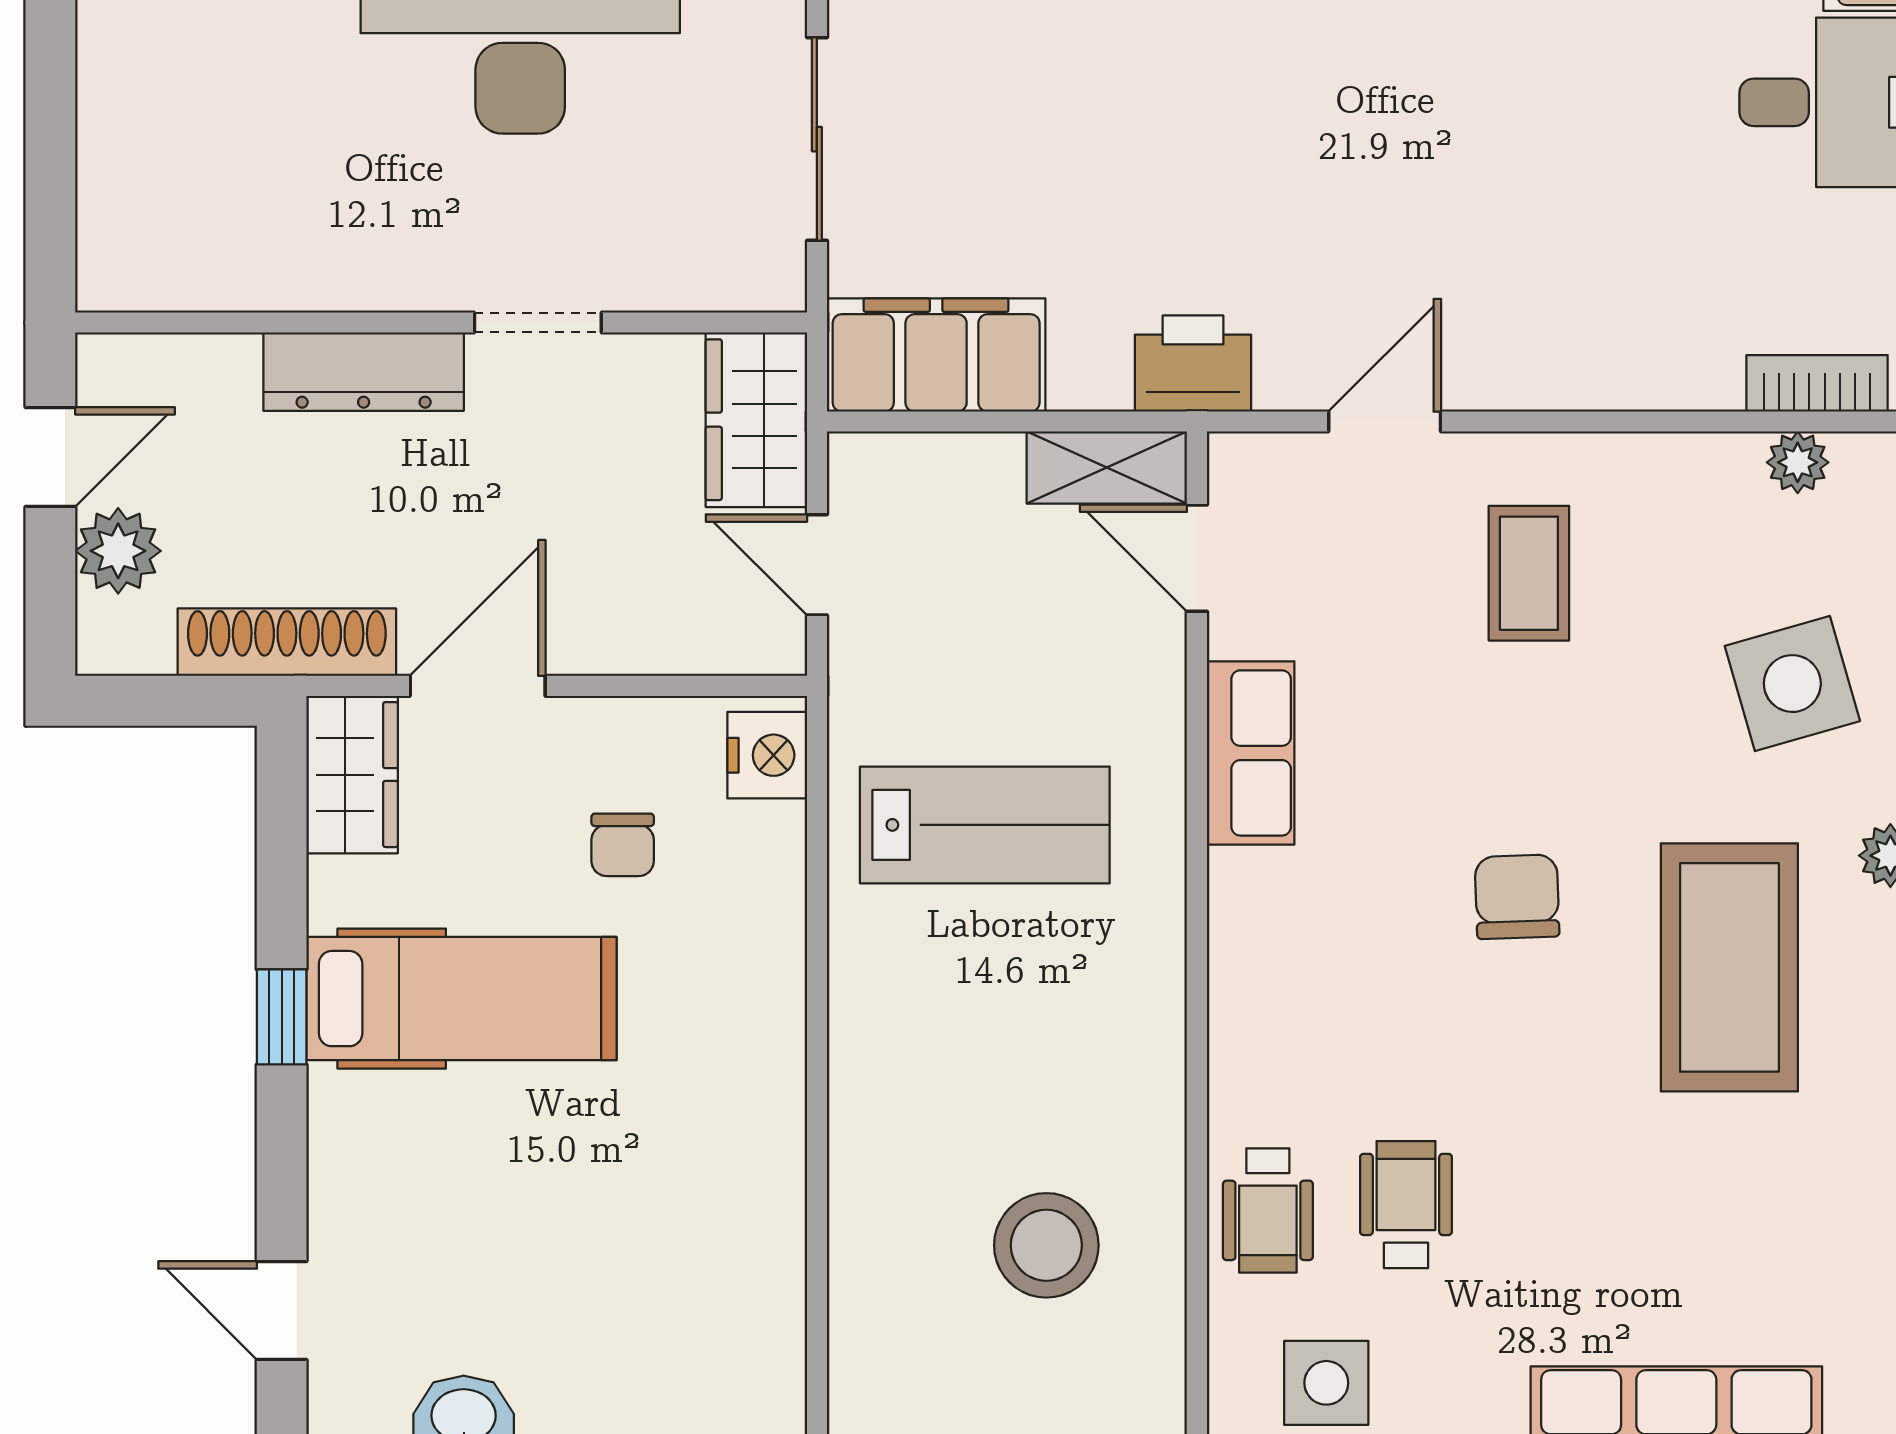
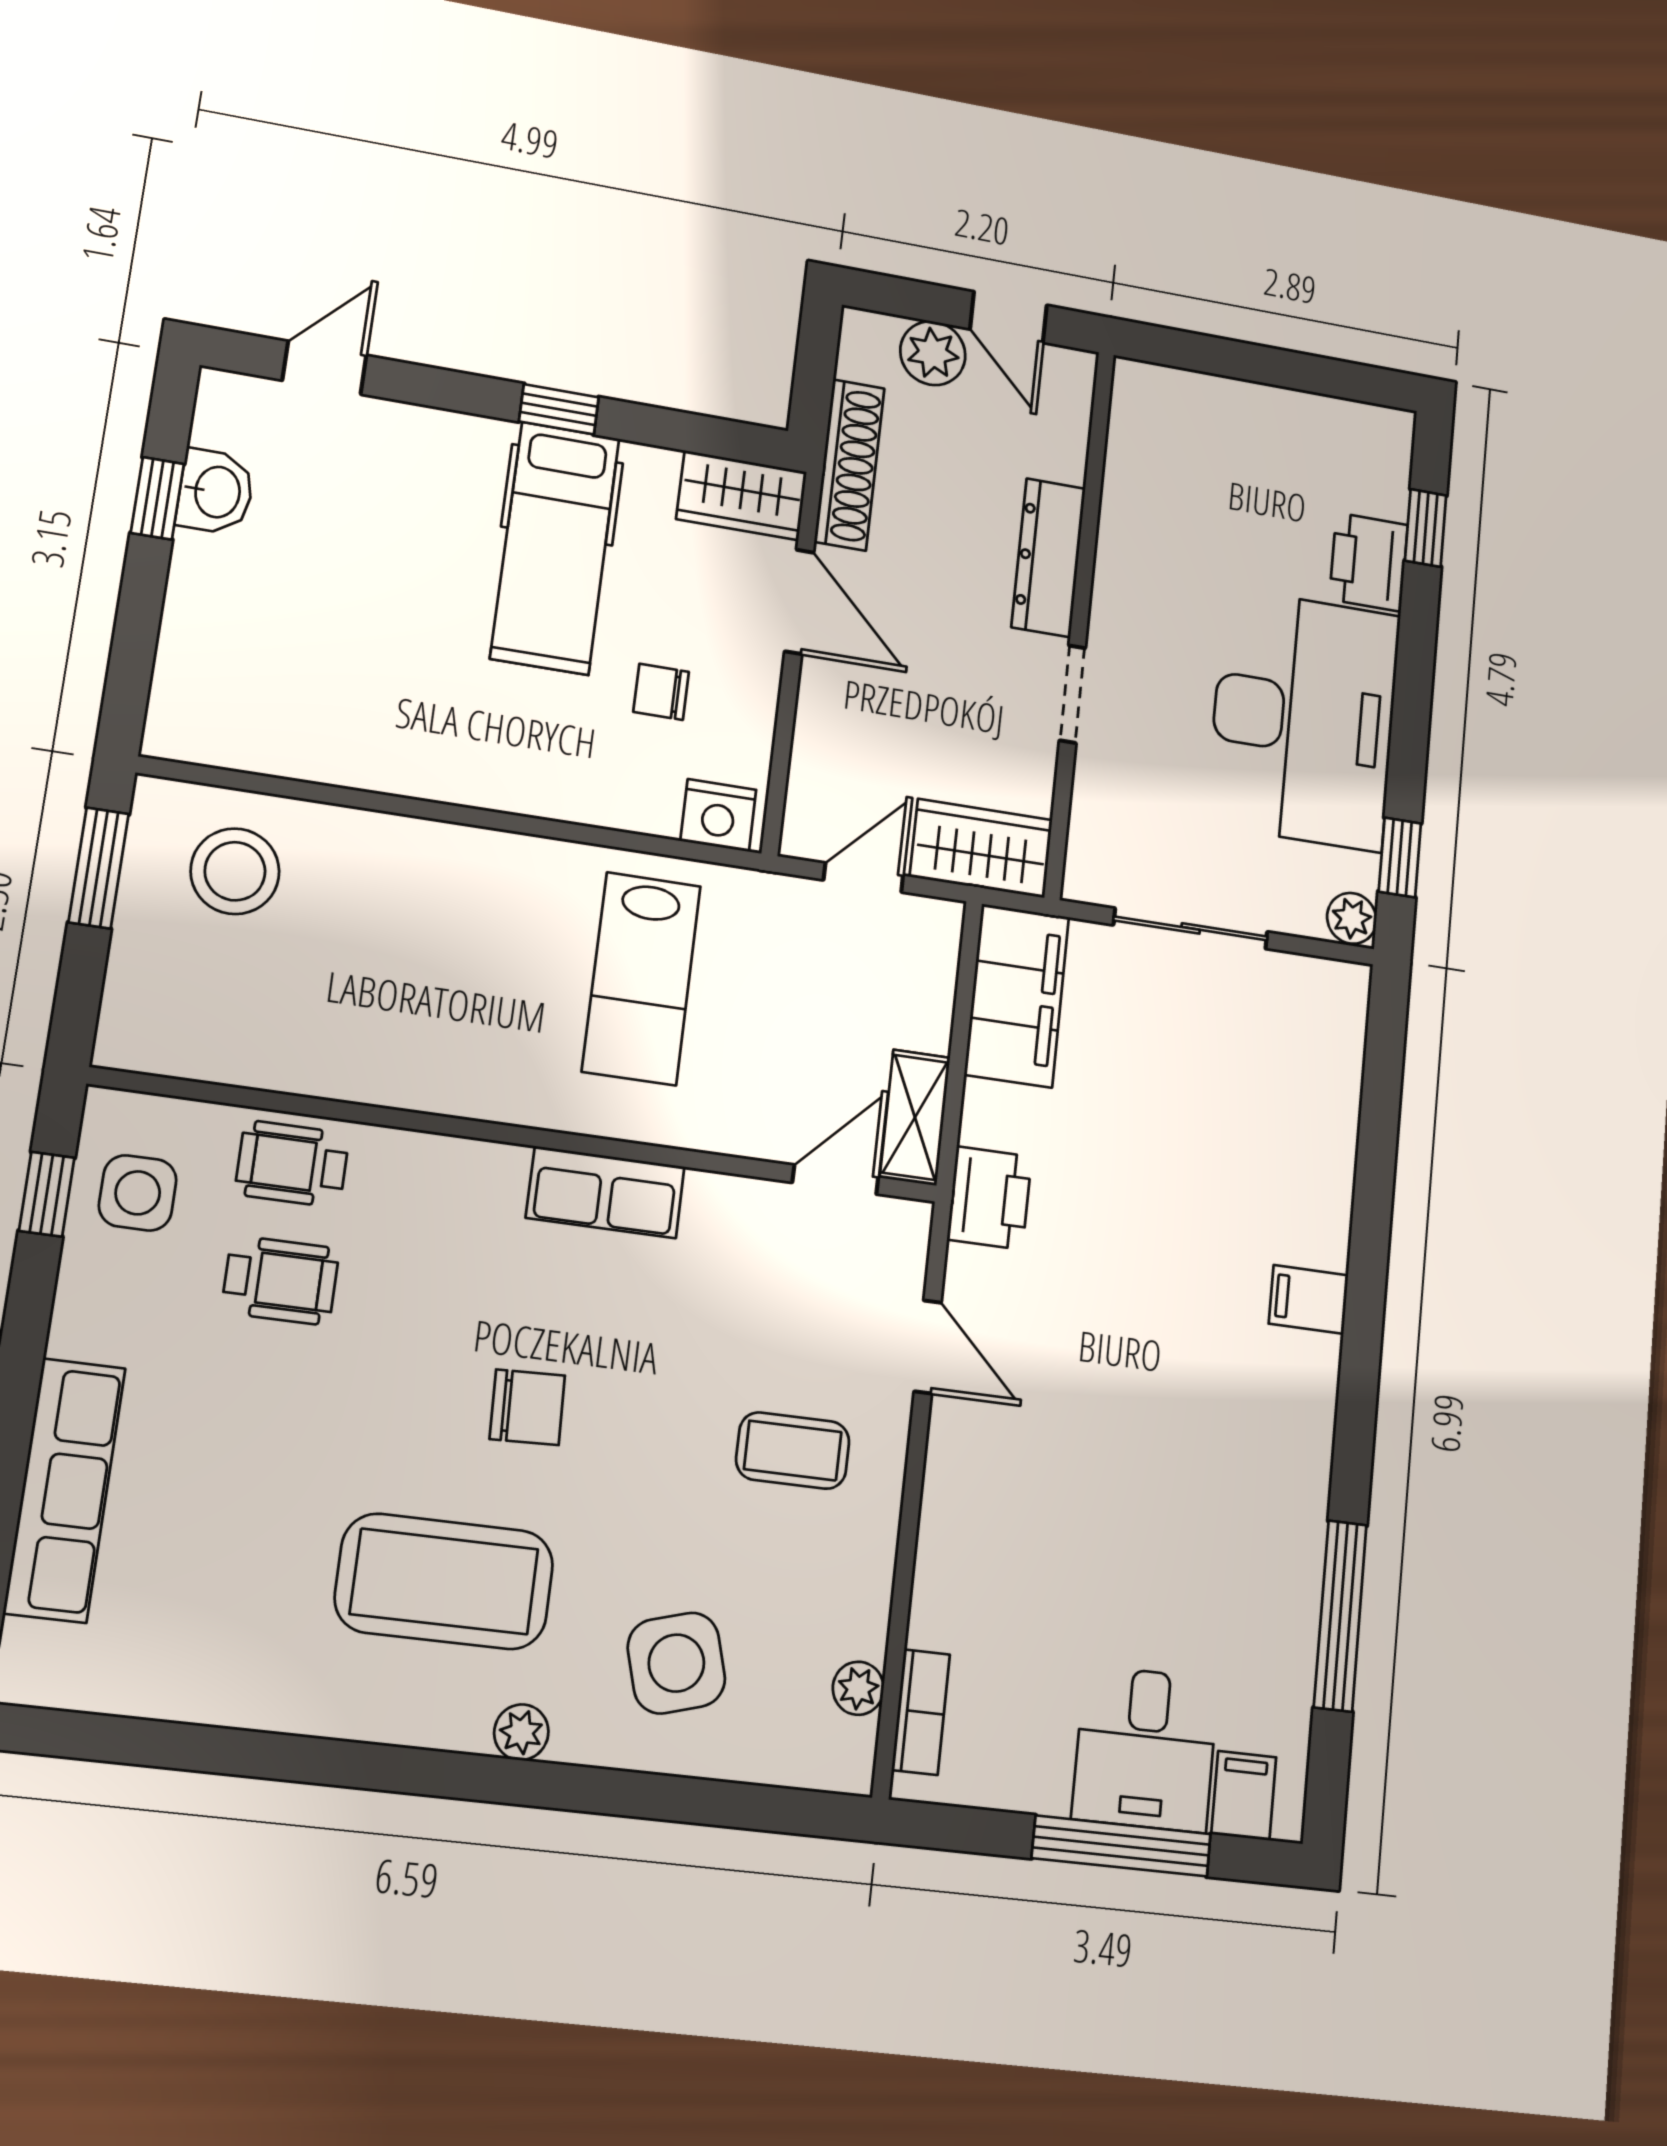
row of seats: (1251, 753) -> (605, 1192), moved
stool: (1046, 1245) -> (235, 871), moved

